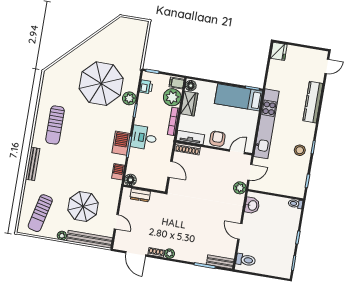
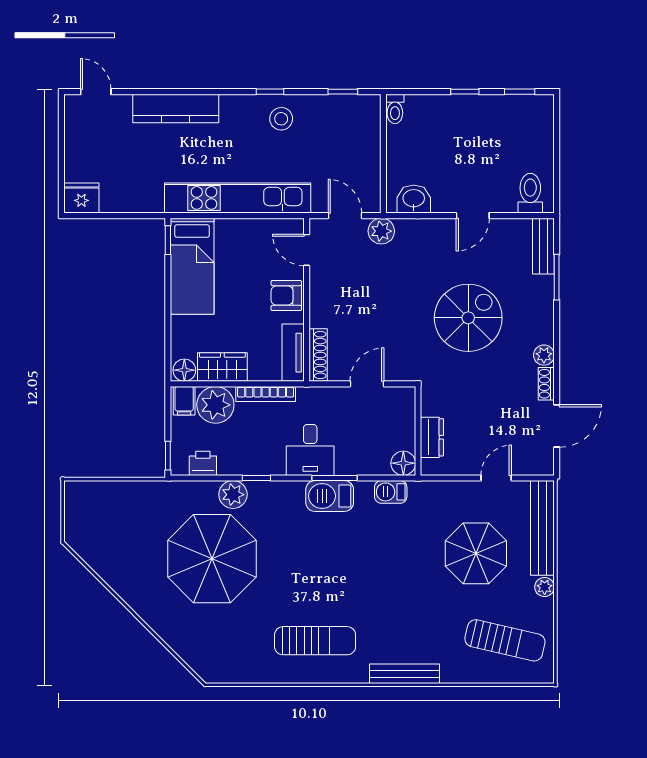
spiral stairs: (193, 221) -> (468, 318), added

